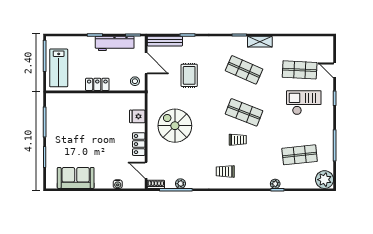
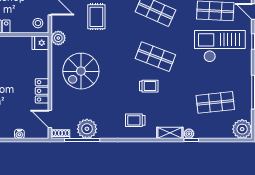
plant: (154, 95) -> (58, 38), added
checkout: (304, 103) -> (220, 46), width x1.36, depth x1.21
fridge: (137, 116) -> (40, 43), moved
spiral stairs: (175, 126) -> (81, 71), turned -90
shelving: (257, 183) -> (170, 133), added
plant: (180, 184) -> (87, 129), width x1.88, depth x1.88

